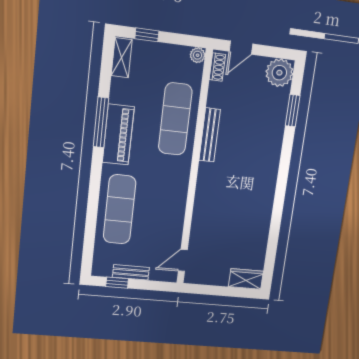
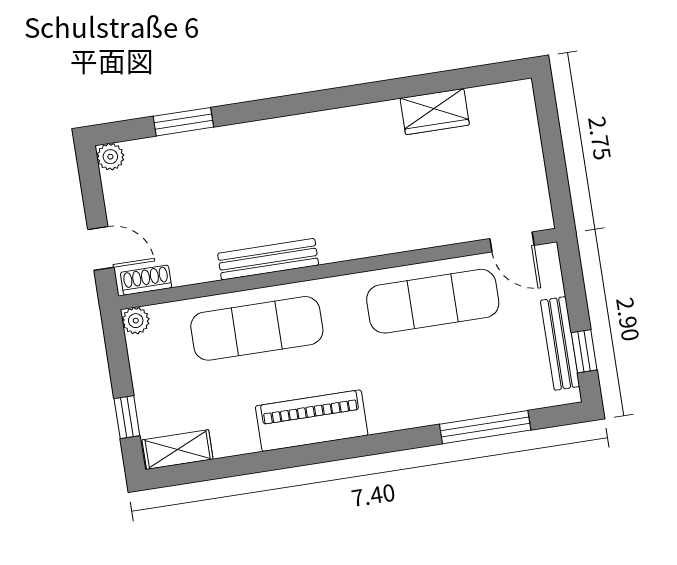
plant: (279, 73) -> (110, 157), width x0.53, depth x0.53
window: (101, 122) -> (485, 427), moved
exercise mat: (120, 209) -> (433, 301), moved
bench: (131, 272) -> (560, 343), width x1.36
wardrobe: (246, 279) -> (435, 112), moved, turned -90

